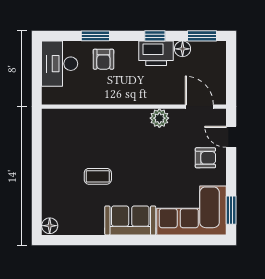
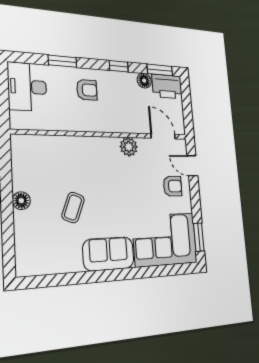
printer: (156, 53) -> (167, 86), moved
armchair: (103, 59) -> (87, 90), moved, turned -90
coffee table: (98, 176) -> (73, 207), turned -68
floor lamp: (50, 226) -> (21, 201), moved

